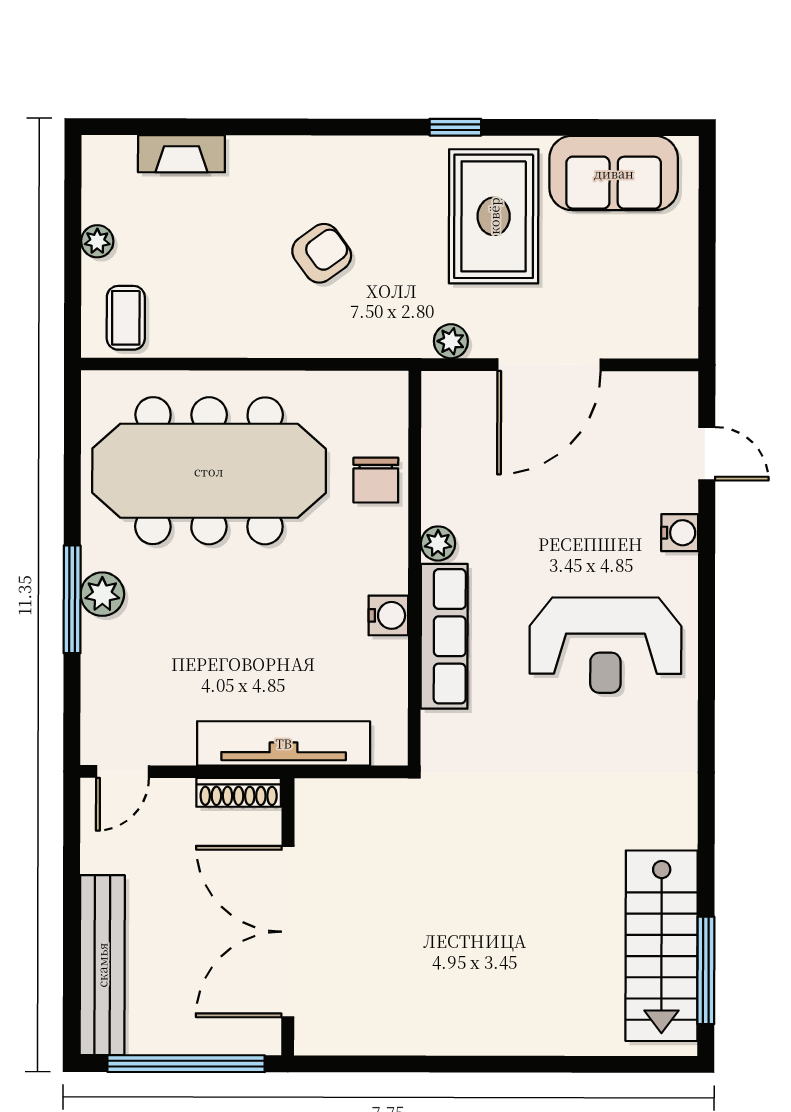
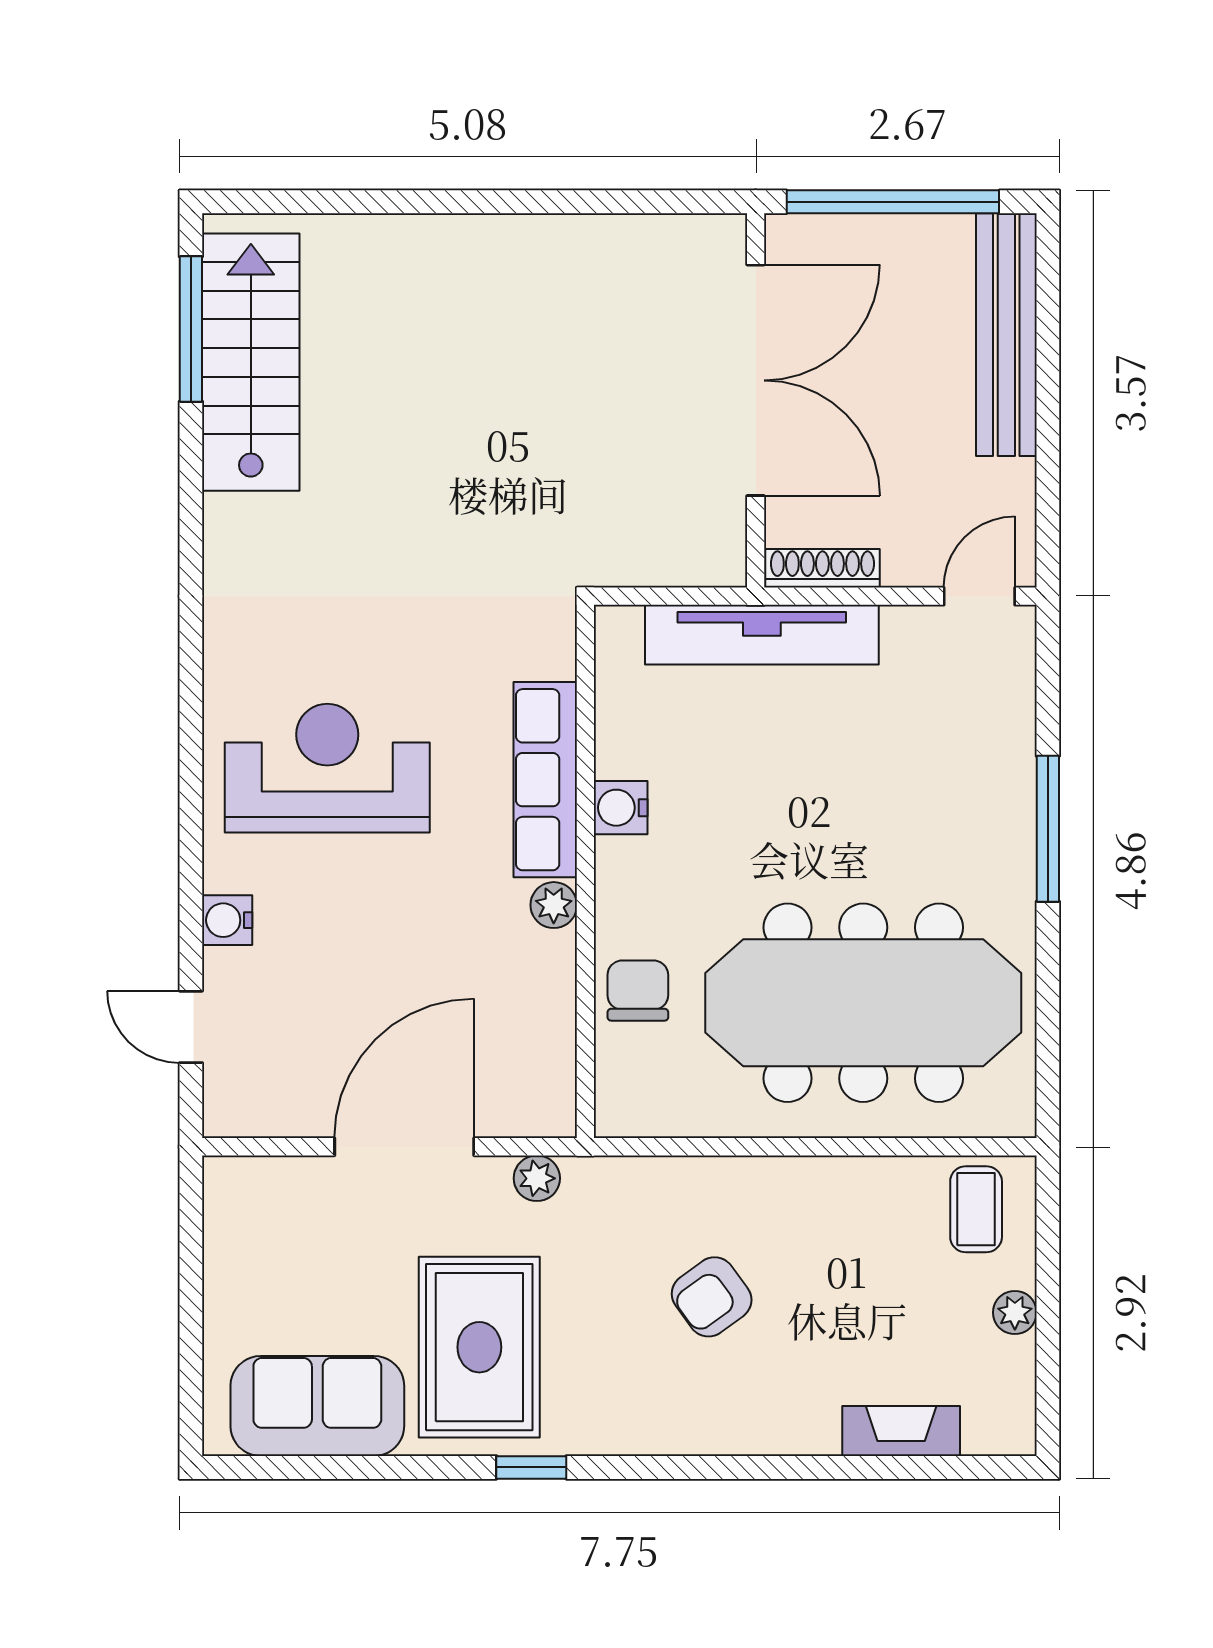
plant: (102, 594) -> (1007, 836), removed

